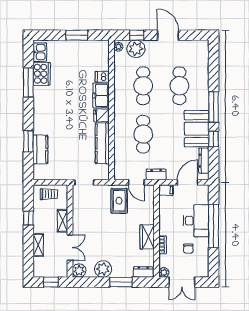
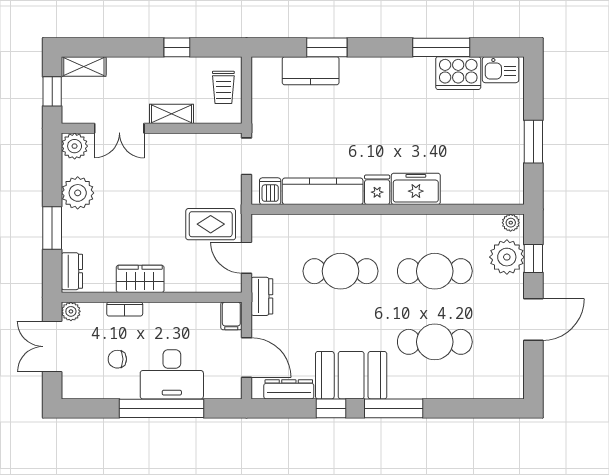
dishwasher: (102, 77) -> (270, 191), moved
door: (136, 182) -> (246, 258), hinge flipped
shelving: (38, 245) -> (84, 67), moved

